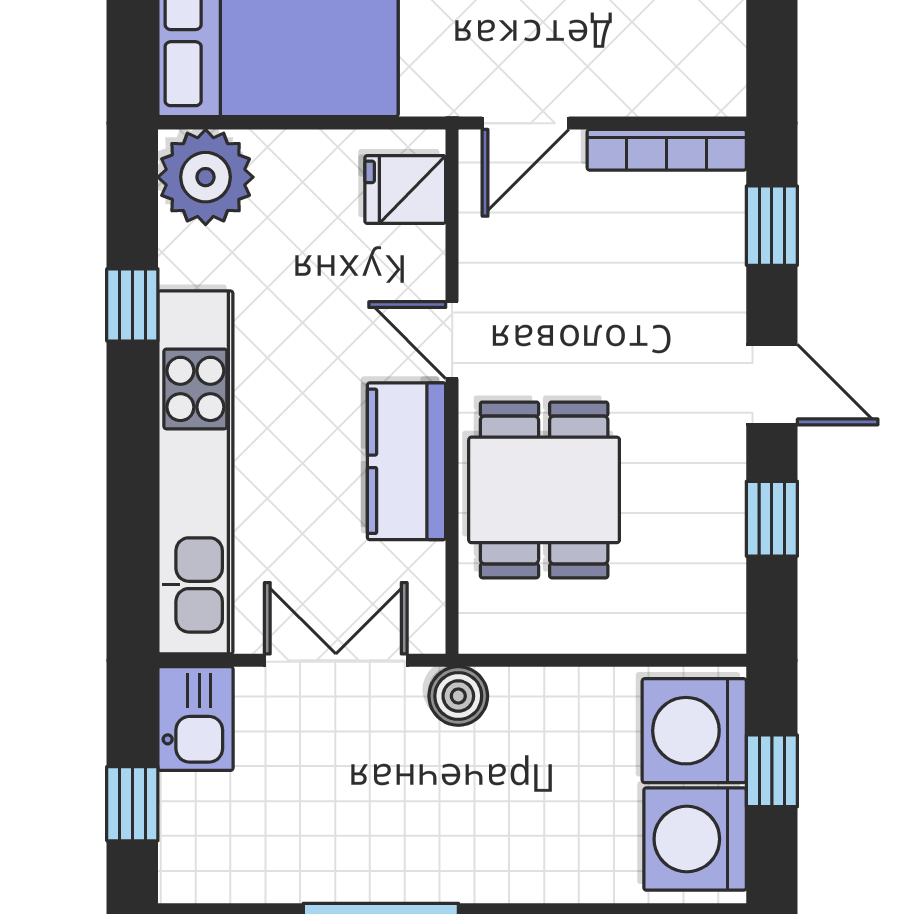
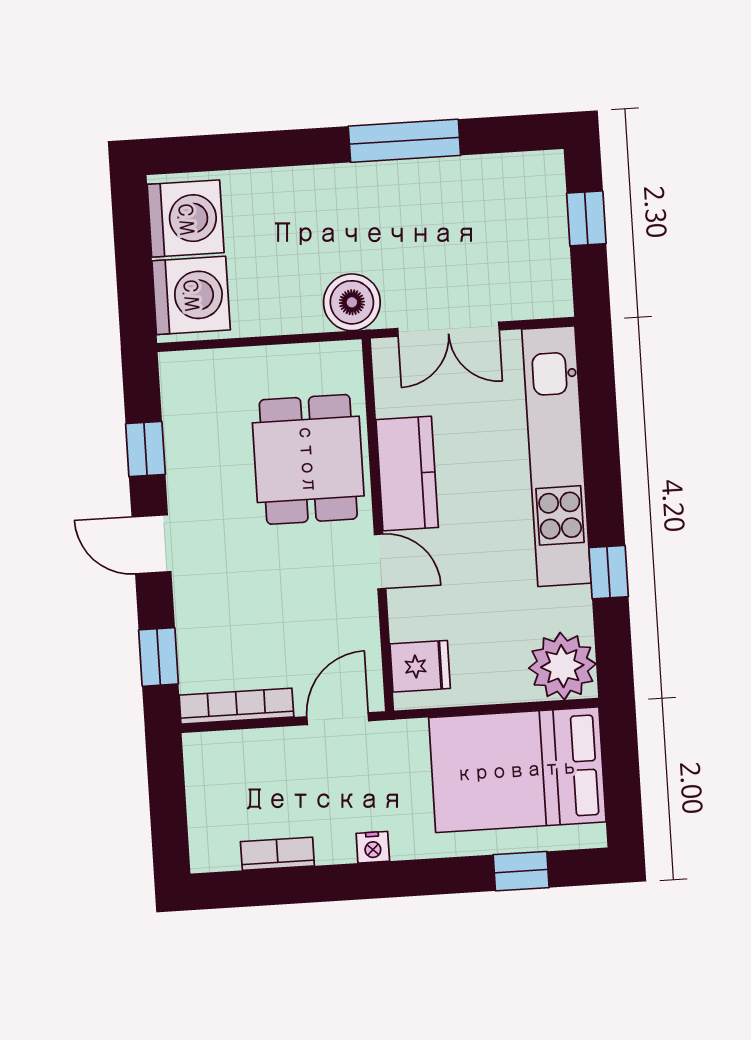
boiler: (458, 696) -> (352, 302), width x1.36, depth x1.36
kitchen sink: (195, 719) -> (545, 282), removed
window: (772, 771) -> (134, 270), removed

